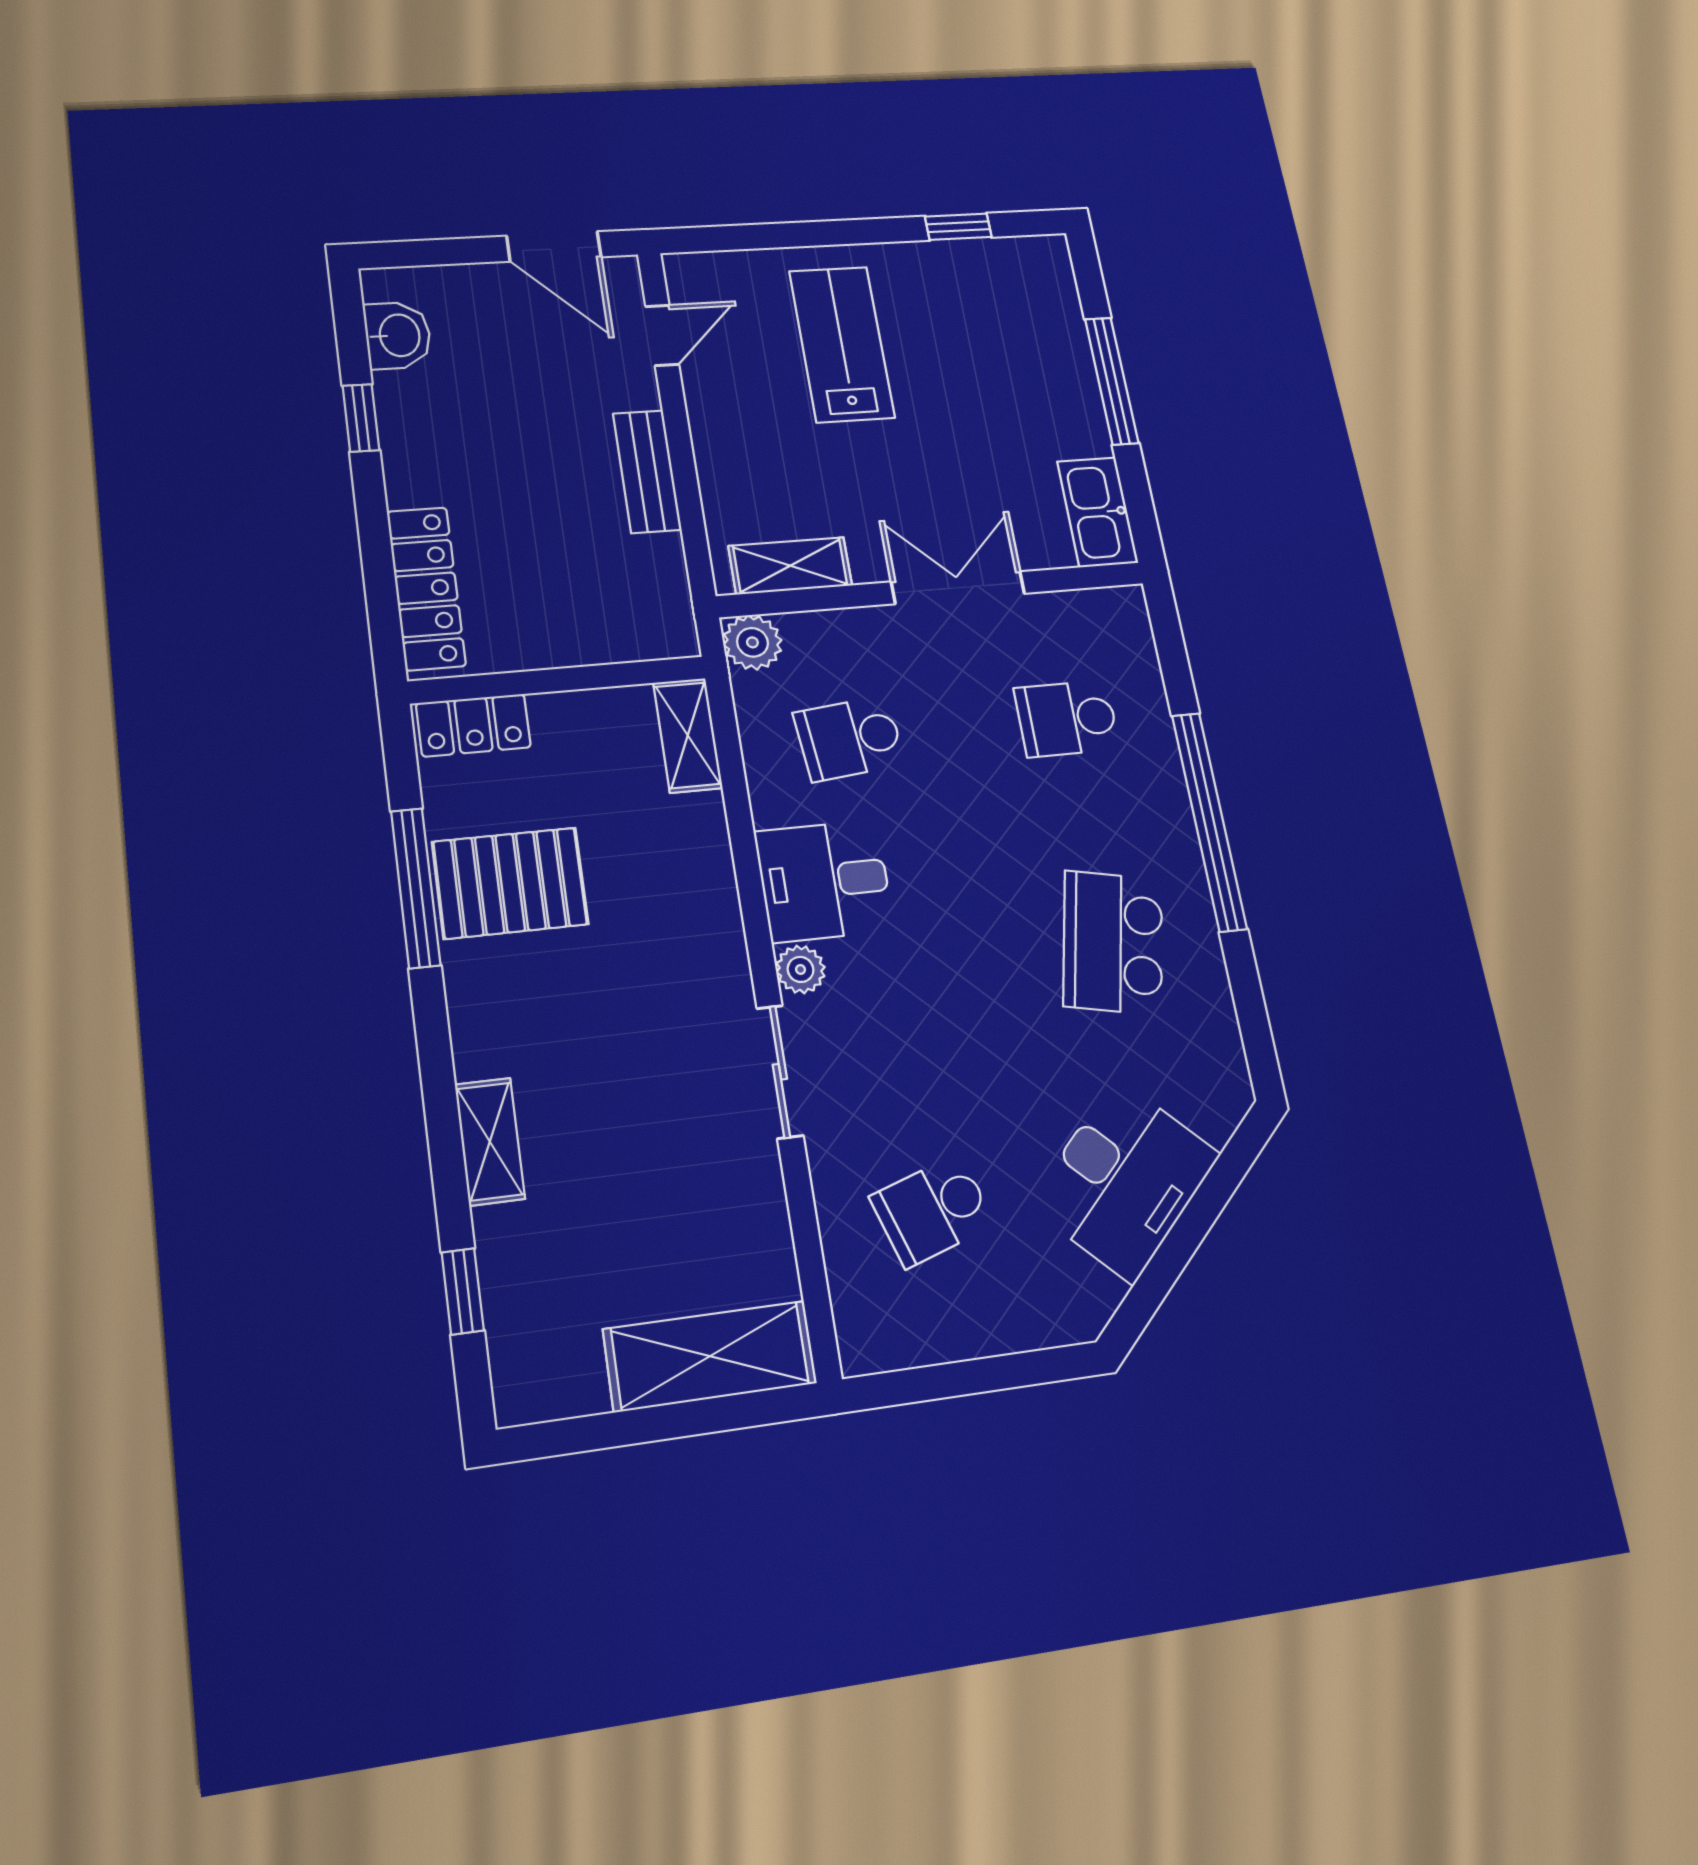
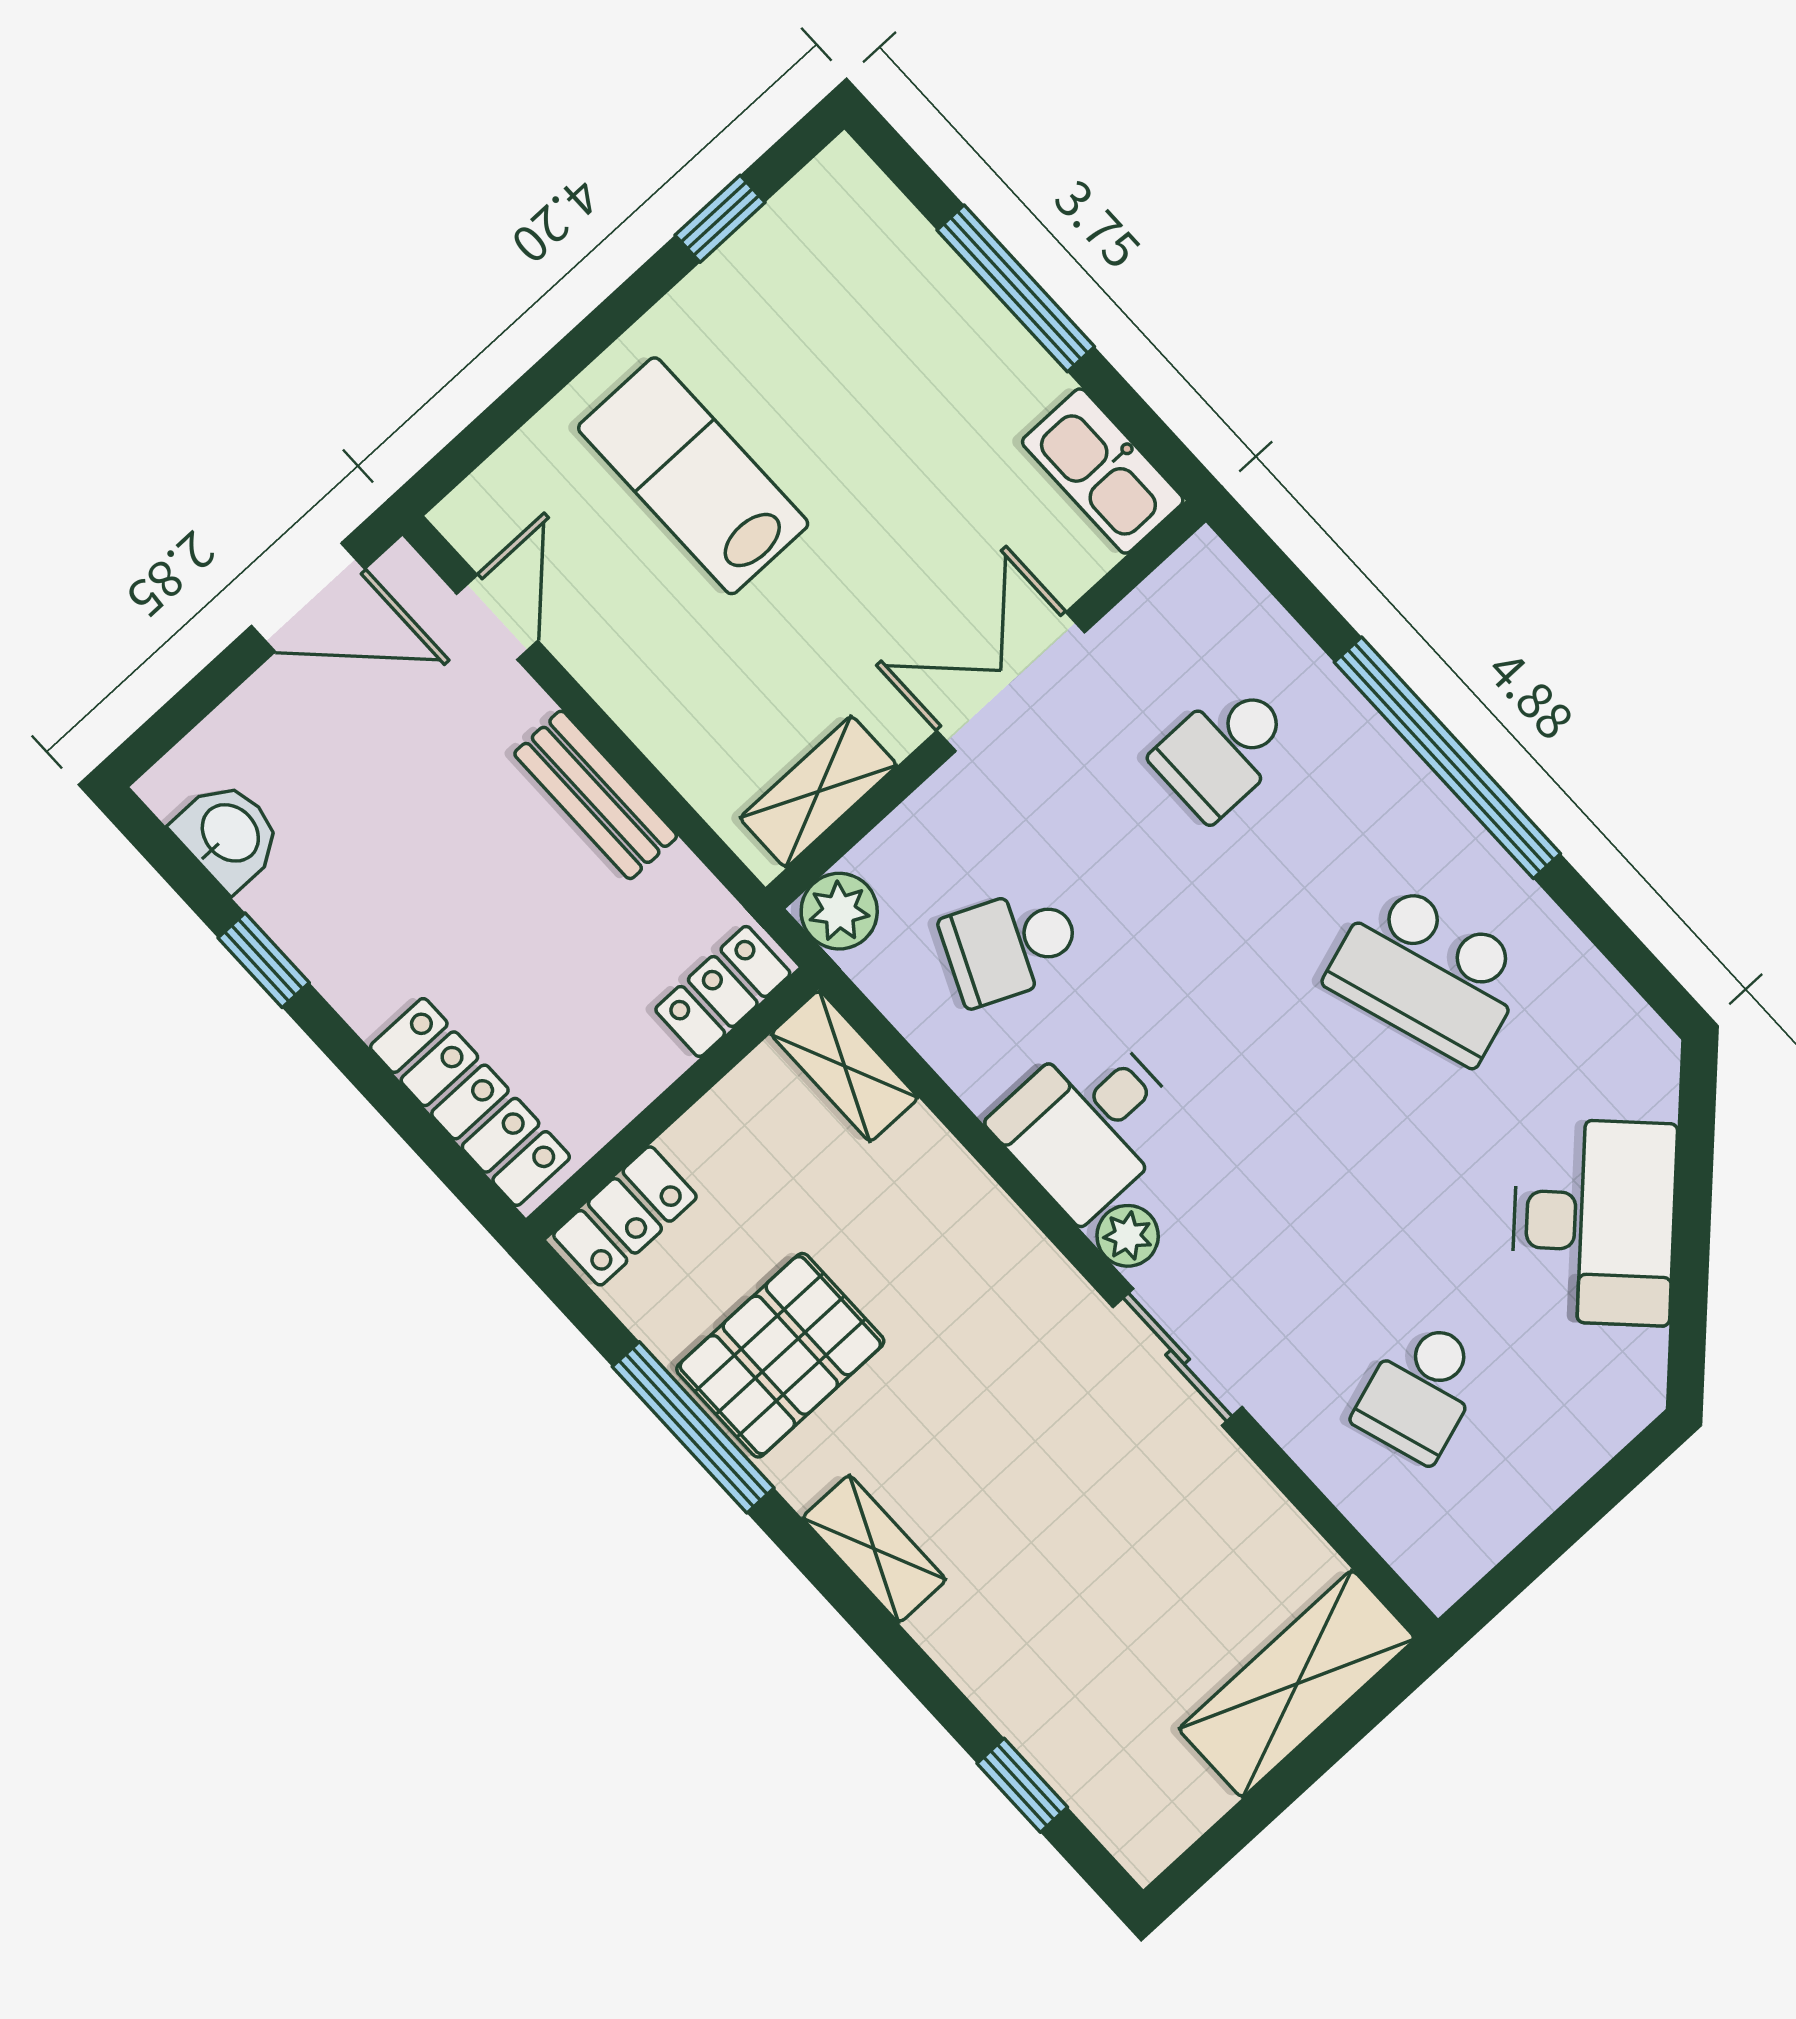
locker: (642, 637) -> (723, 991), added
school desk: (849, 738) -> (1011, 945), turned 30
school desk: (1113, 943) -> (1428, 973), turned -30
shelving: (490, 1141) -> (874, 1549), moved

